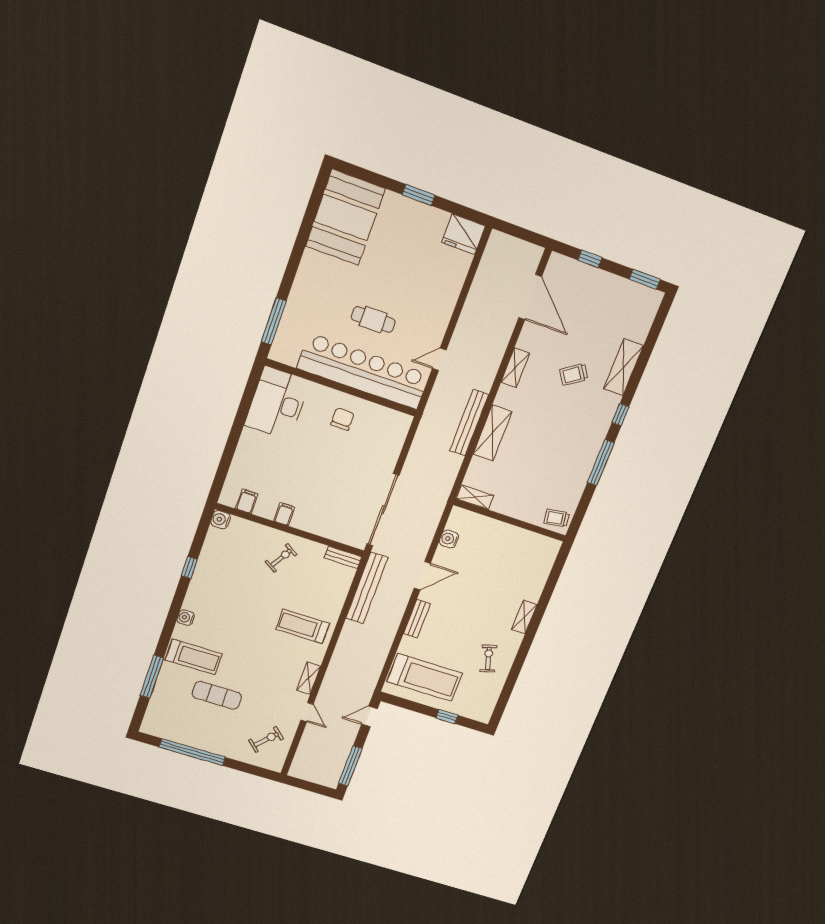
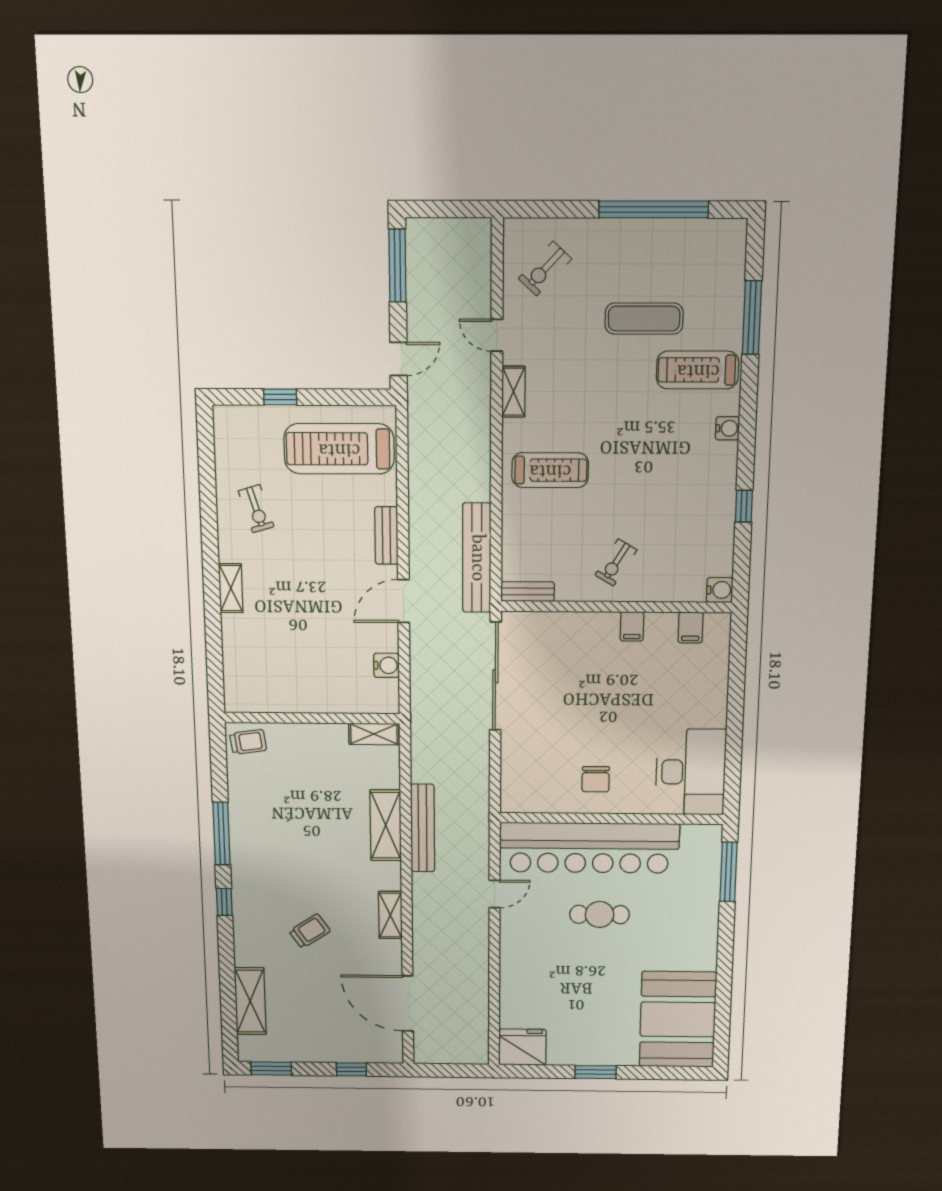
shelving: (623, 367) -> (250, 1001), moved

